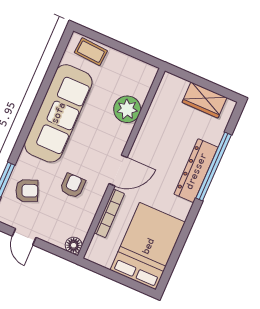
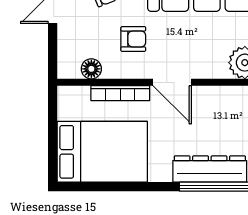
floor lamp: (74, 245) -> (91, 69), moved

